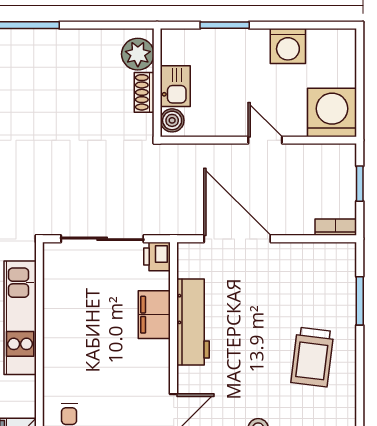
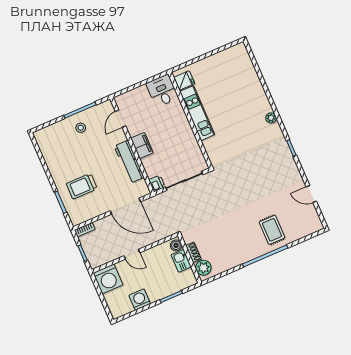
filing cabinet: (154, 315) -> (142, 146), moved
kitchen unit: (20, 318) -> (197, 113), moved
trolley: (312, 357) -> (82, 186), moved, turned -97

